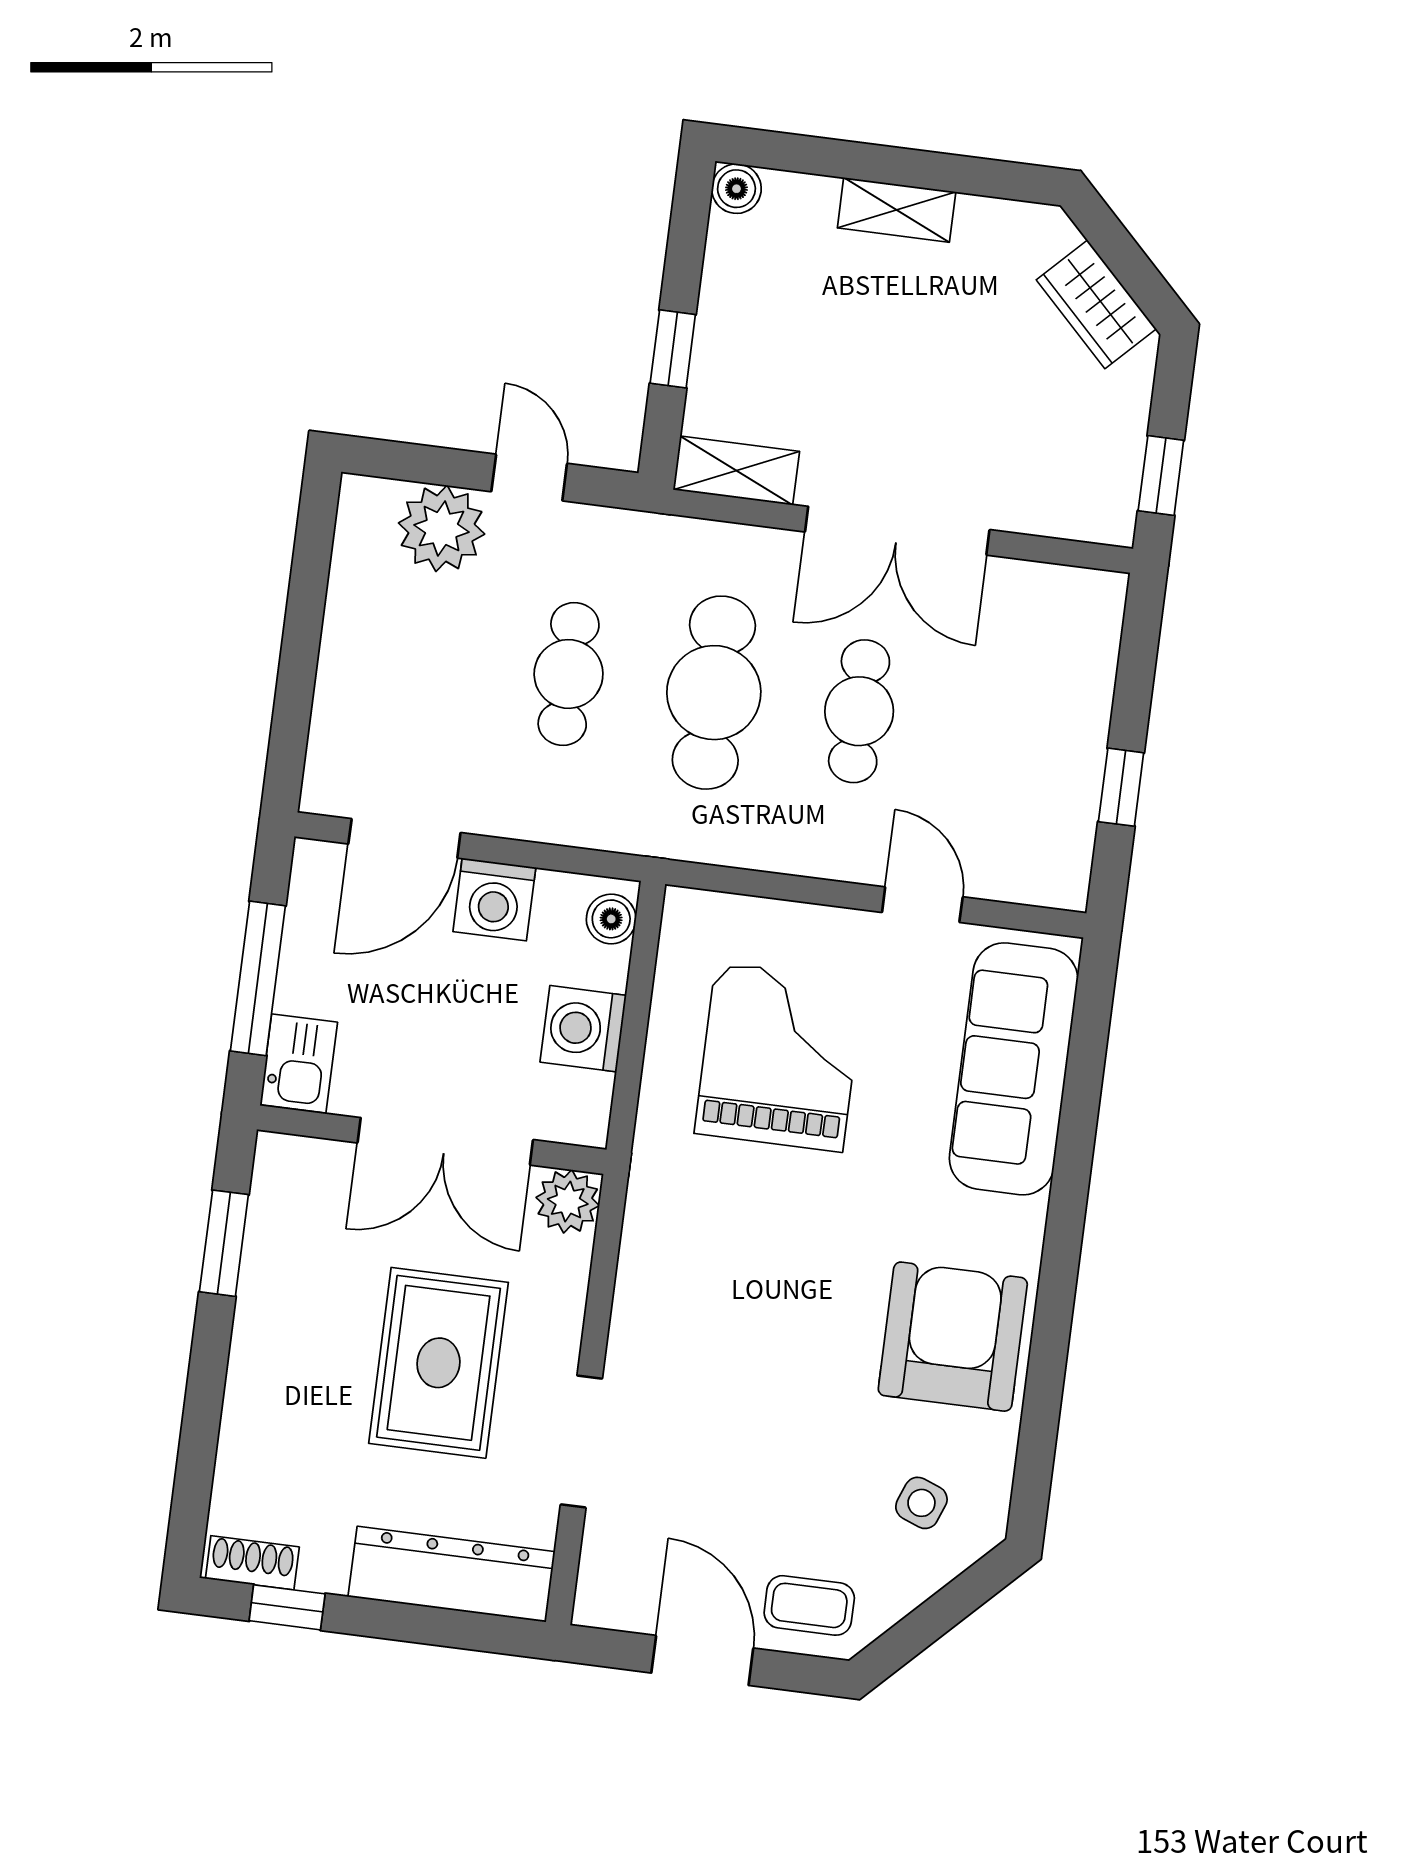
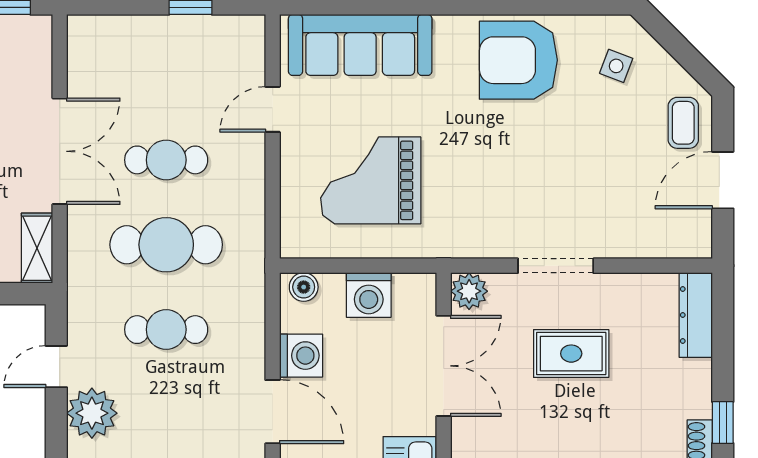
rug: (438, 1363) -> (571, 354), width x0.73, depth x0.70
doorway: (581, 1441) -> (556, 266), moved
dresser: (452, 1574) -> (696, 315), width x0.73, depth x0.80

